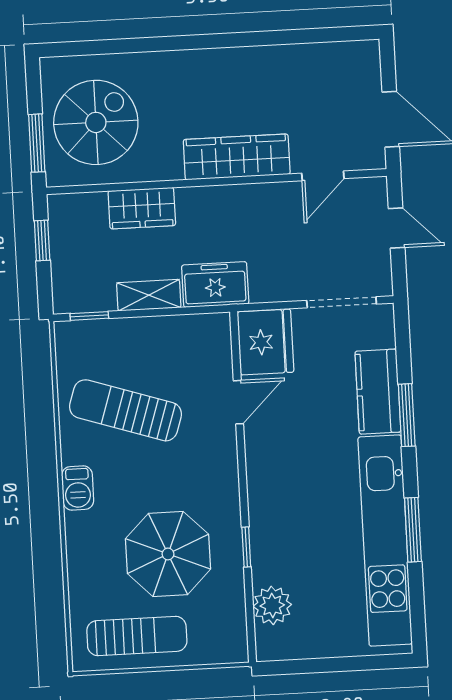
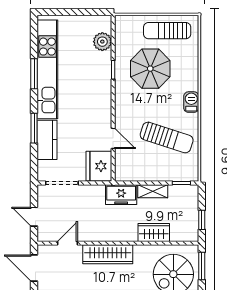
door: (238, 402) -> (113, 138), swing flipped

